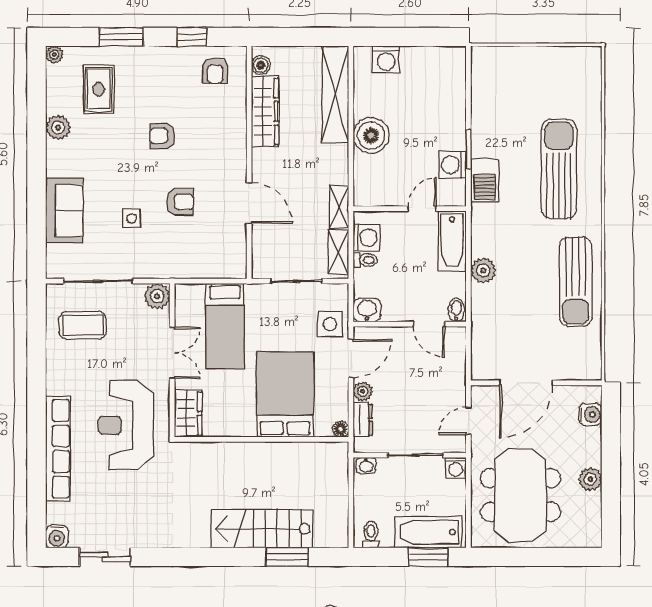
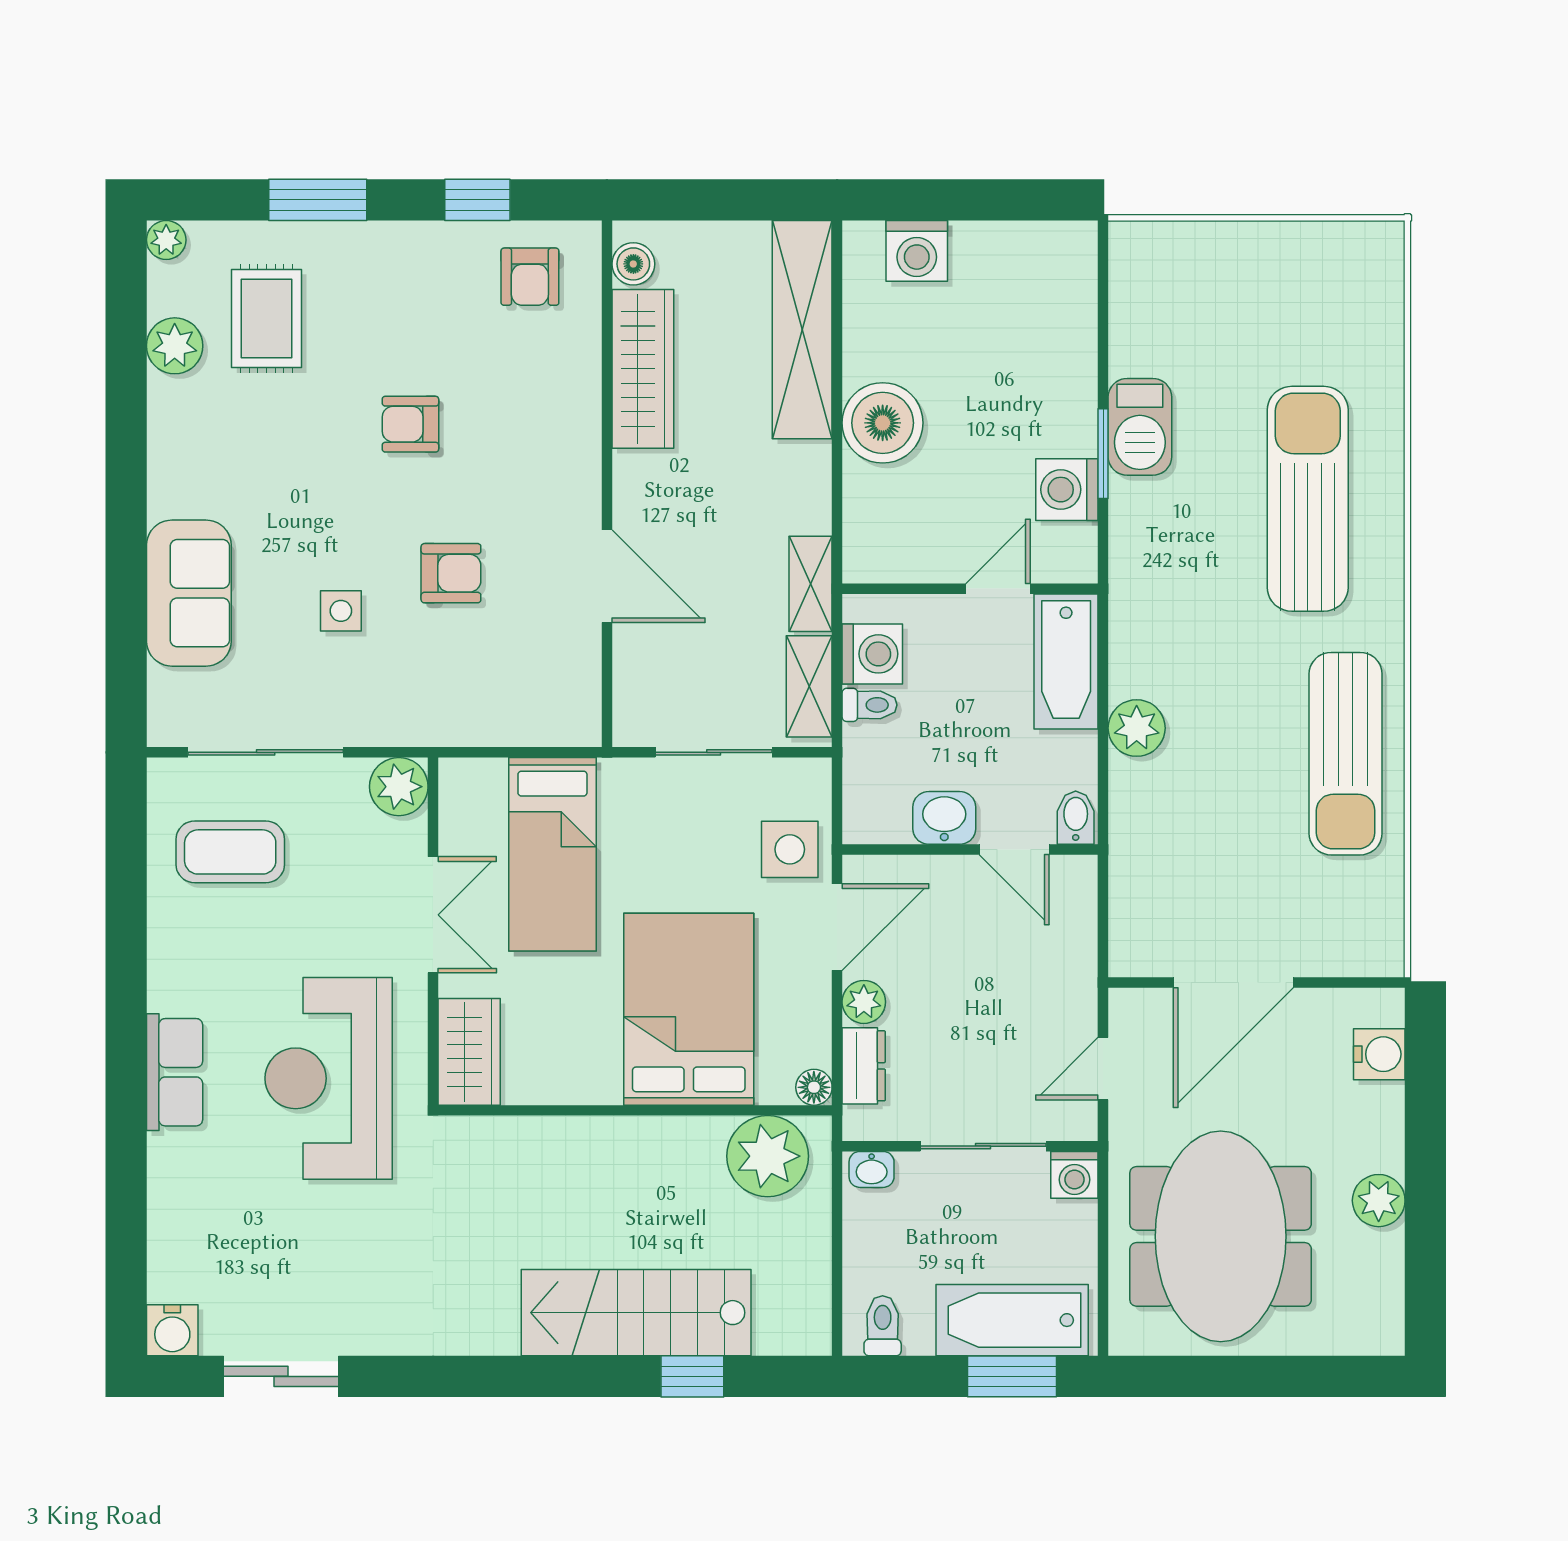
plant: (58, 128) -> (175, 346), moved
barbecue: (485, 180) -> (1140, 427), moved
washbasin: (367, 310) -> (944, 818), moved
row of seats: (58, 449) -> (175, 1072), width x0.50
plant: (320, 460) -> (768, 1156), added
window: (287, 557) -> (692, 1376), width x0.67

